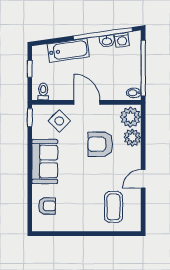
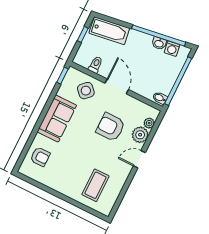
bathtub: (68, 50) -> (109, 31), moved
toilet: (43, 92) -> (96, 65), moved
plant: (130, 117) -> (149, 123), width x0.53, depth x0.53
door: (143, 179) -> (139, 159), moved

